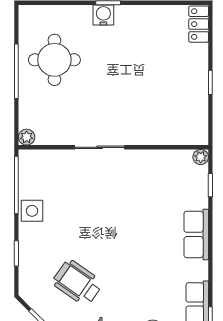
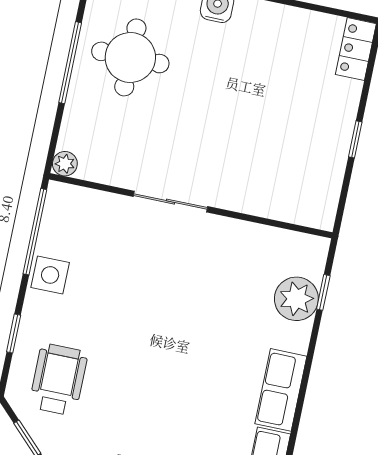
plant: (201, 157) -> (296, 299), moved, width x1.87, depth x1.87
row of seats: (196, 234) -> (281, 390), moved
wheelchair: (77, 283) -> (58, 380), moved, turned 55

